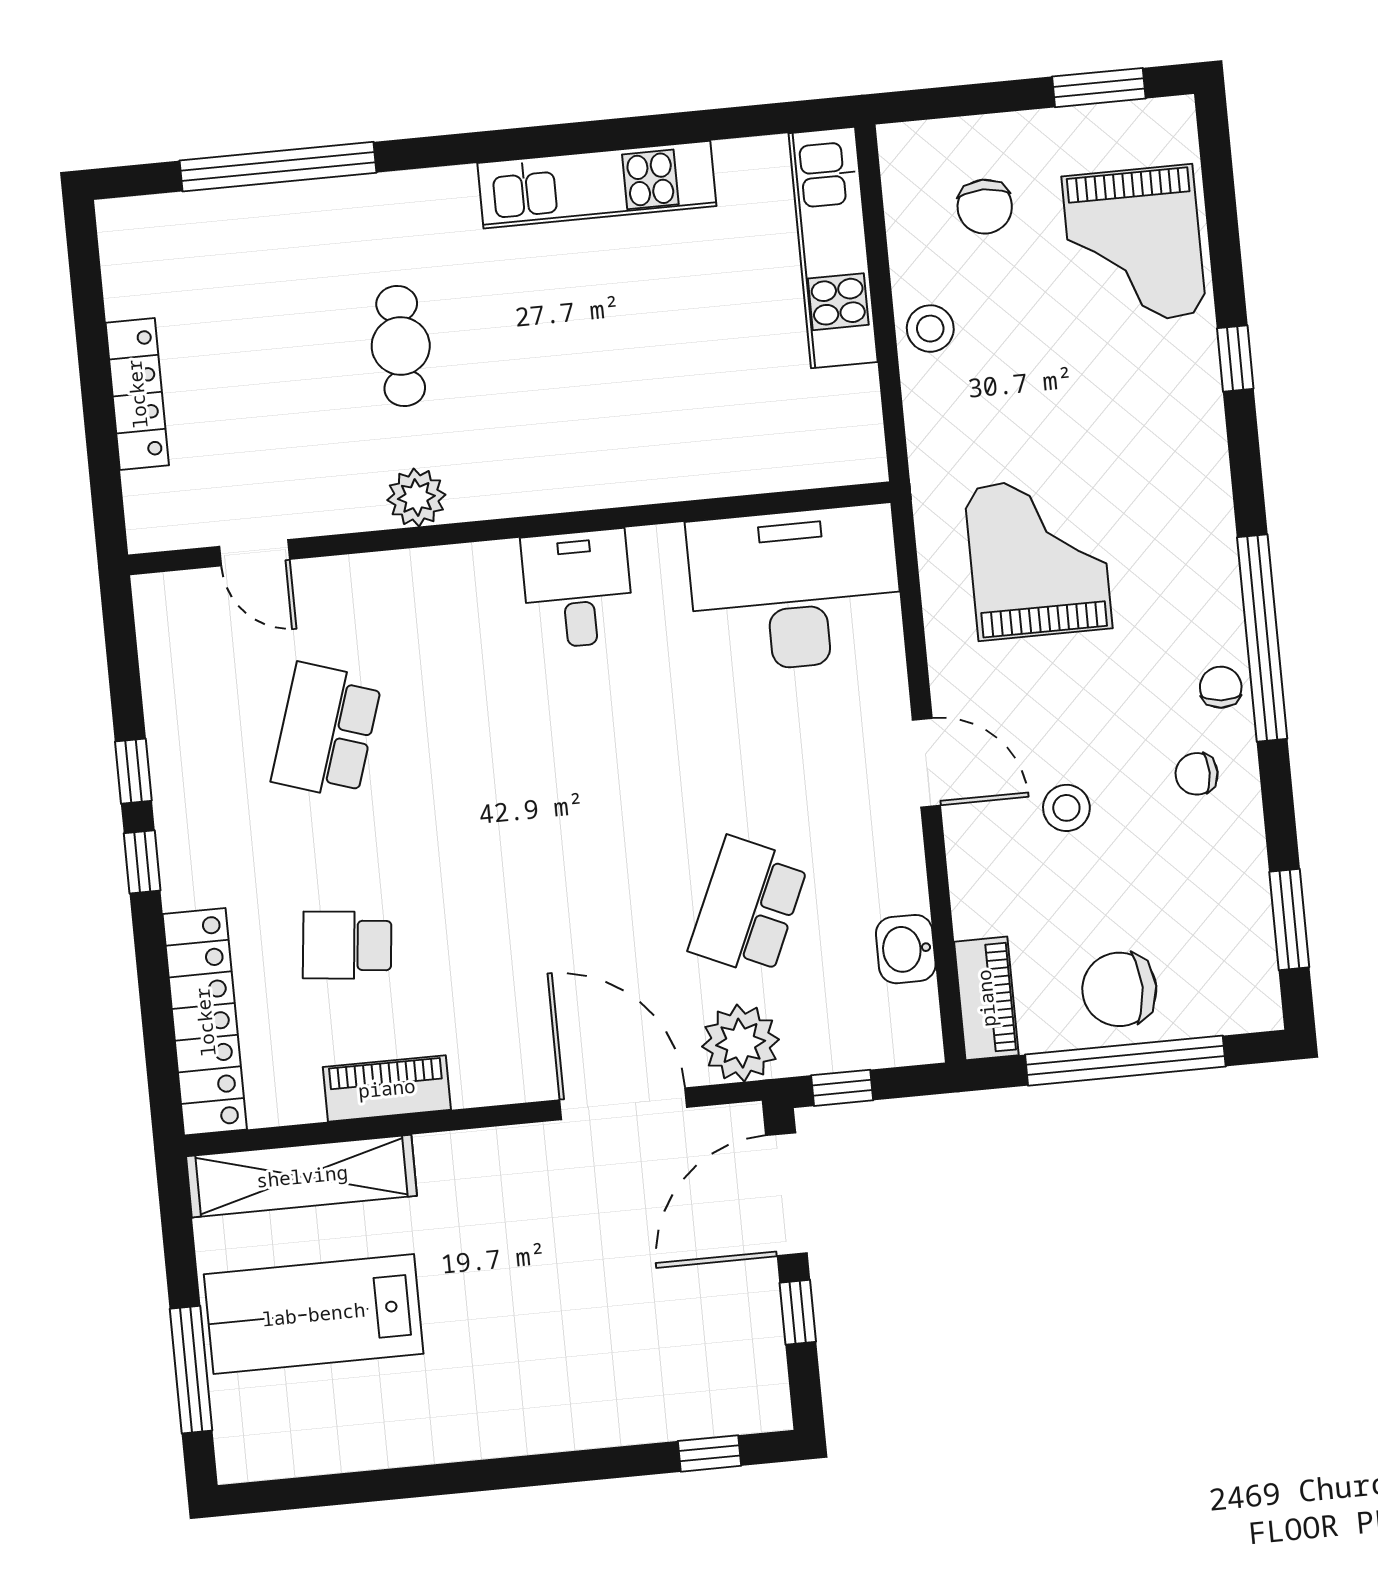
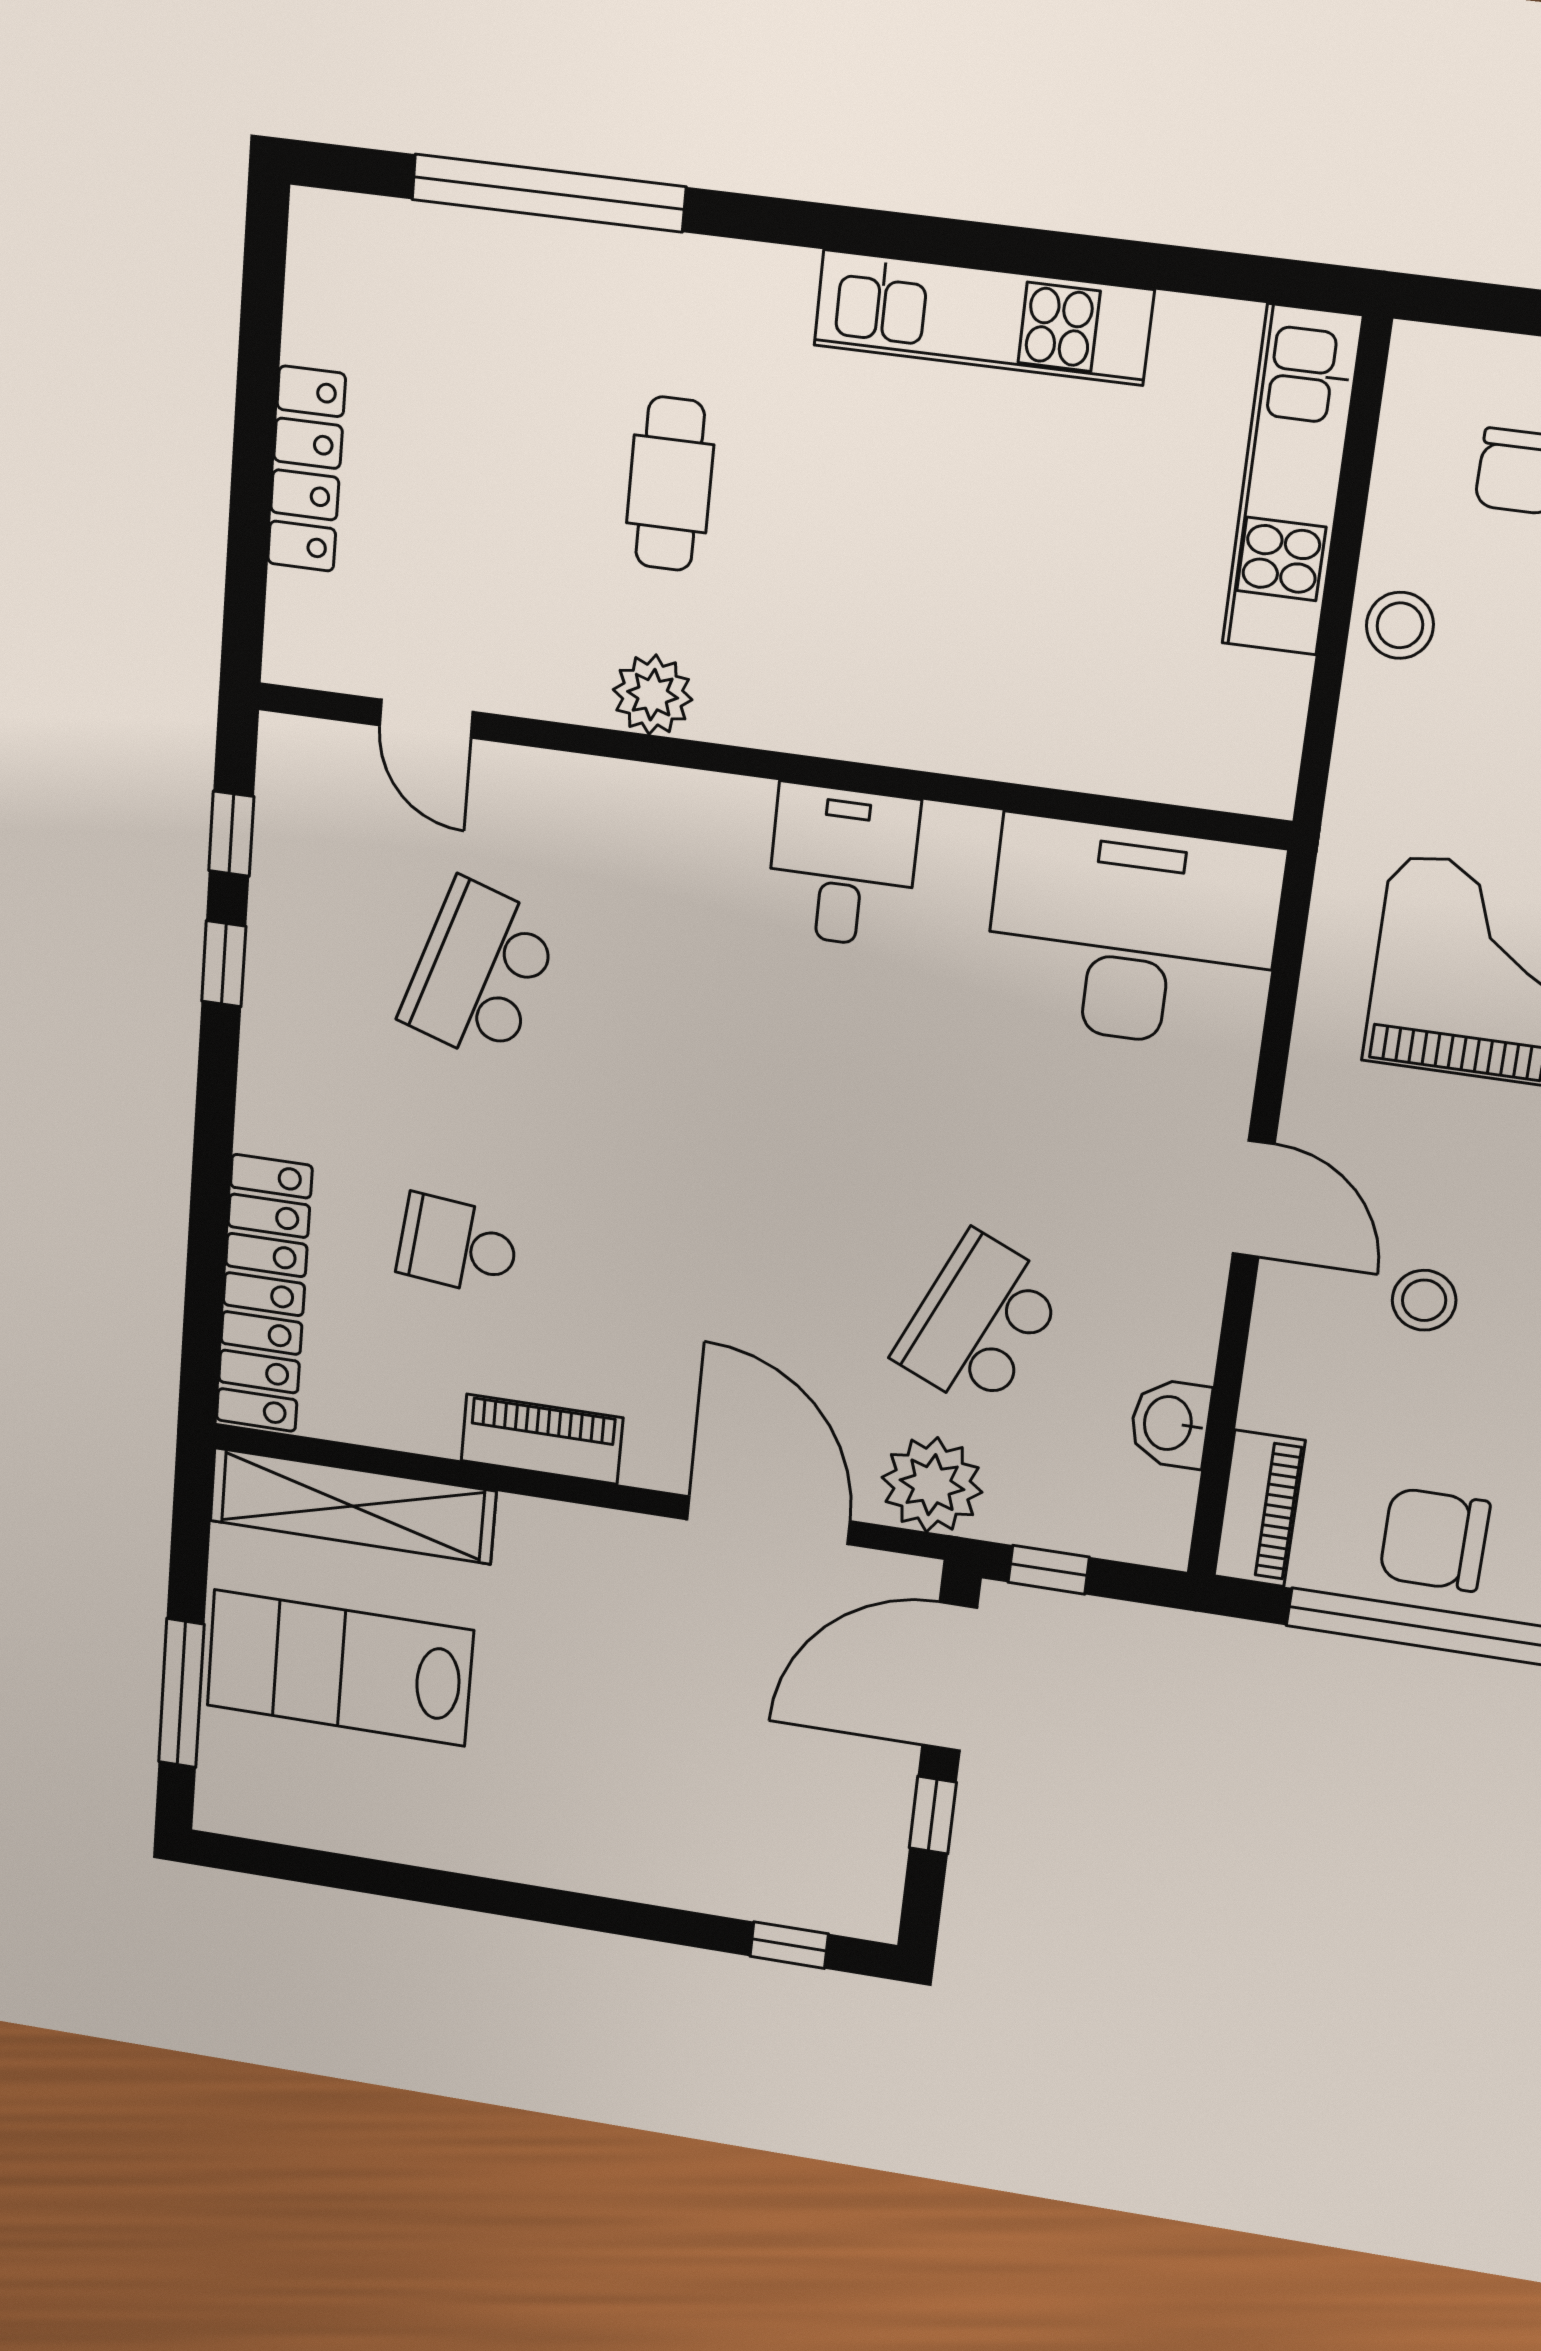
window: (142, 862) -> (231, 834), moved
piano: (387, 1088) -> (542, 1439), moved

